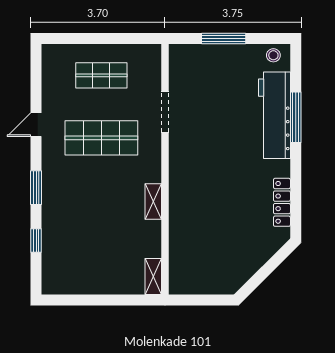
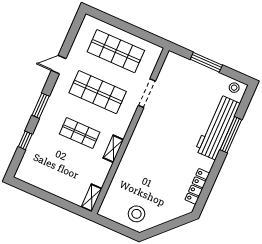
shop shelf: (101, 75) -> (116, 51), width x1.43, depth x1.36
shop shelf: (101, 201) -> (80, 133), added
stool: (220, 272) -> (136, 214), added

